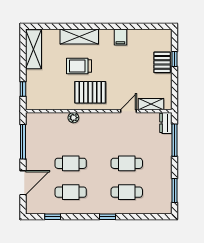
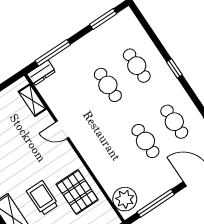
trolley: (79, 66) -> (42, 198), turned 180
pallet: (90, 92) -> (77, 192), moved
door: (128, 111) -> (62, 130), moved
plant: (73, 118) -> (125, 199), moved, width x1.87, depth x1.87

